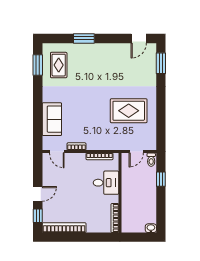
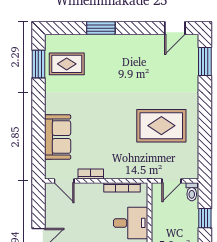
rug: (59, 65) -> (67, 64), turned 90

